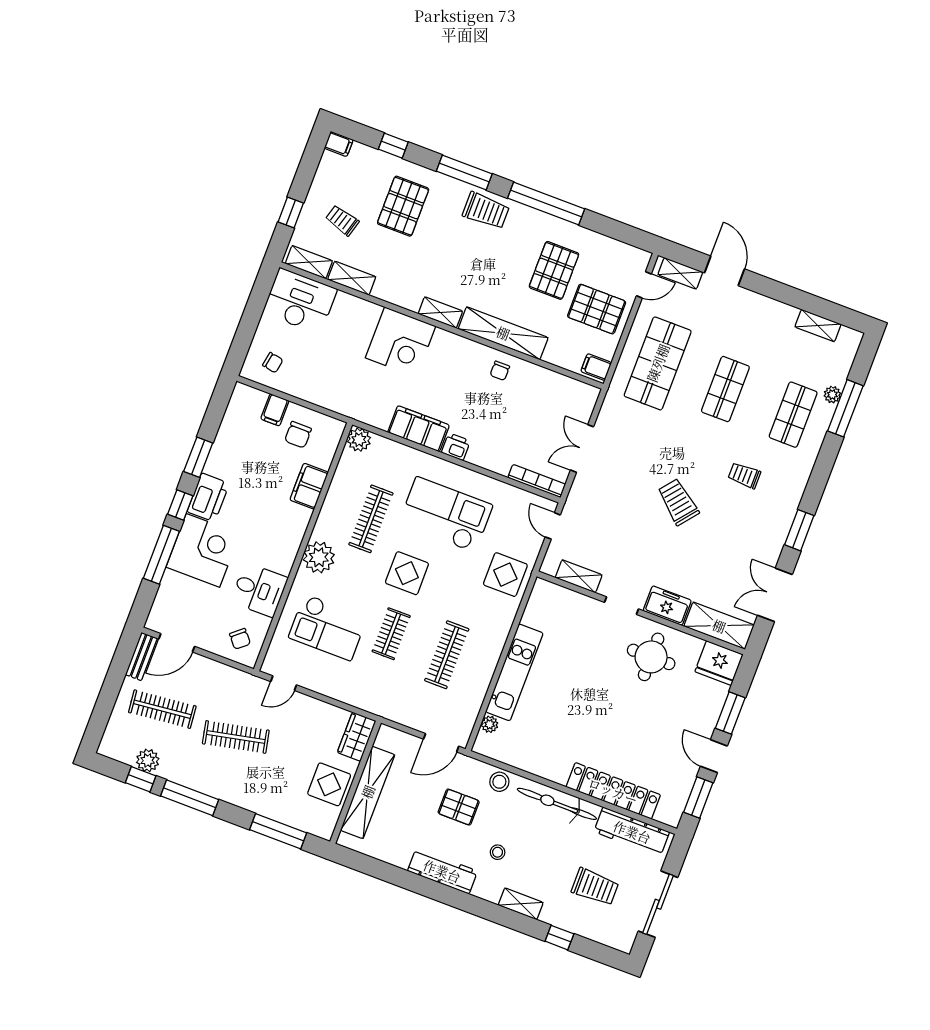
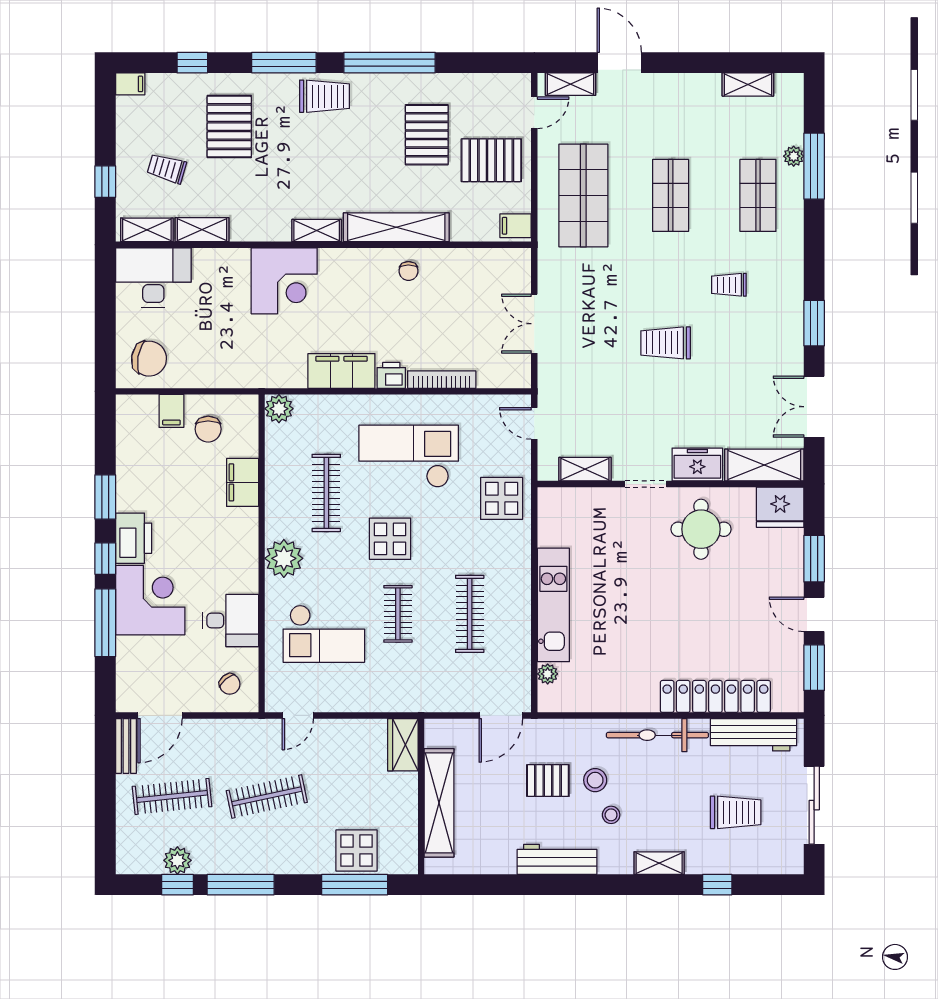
chair: (273, 363) -> (149, 359), width x1.87, depth x1.87
bookcase: (537, 481) -> (442, 380), moved
trolley: (678, 502) -> (666, 343), turned -39
stool: (499, 782) -> (595, 780), moved
display table: (329, 784) -> (356, 851), moved

